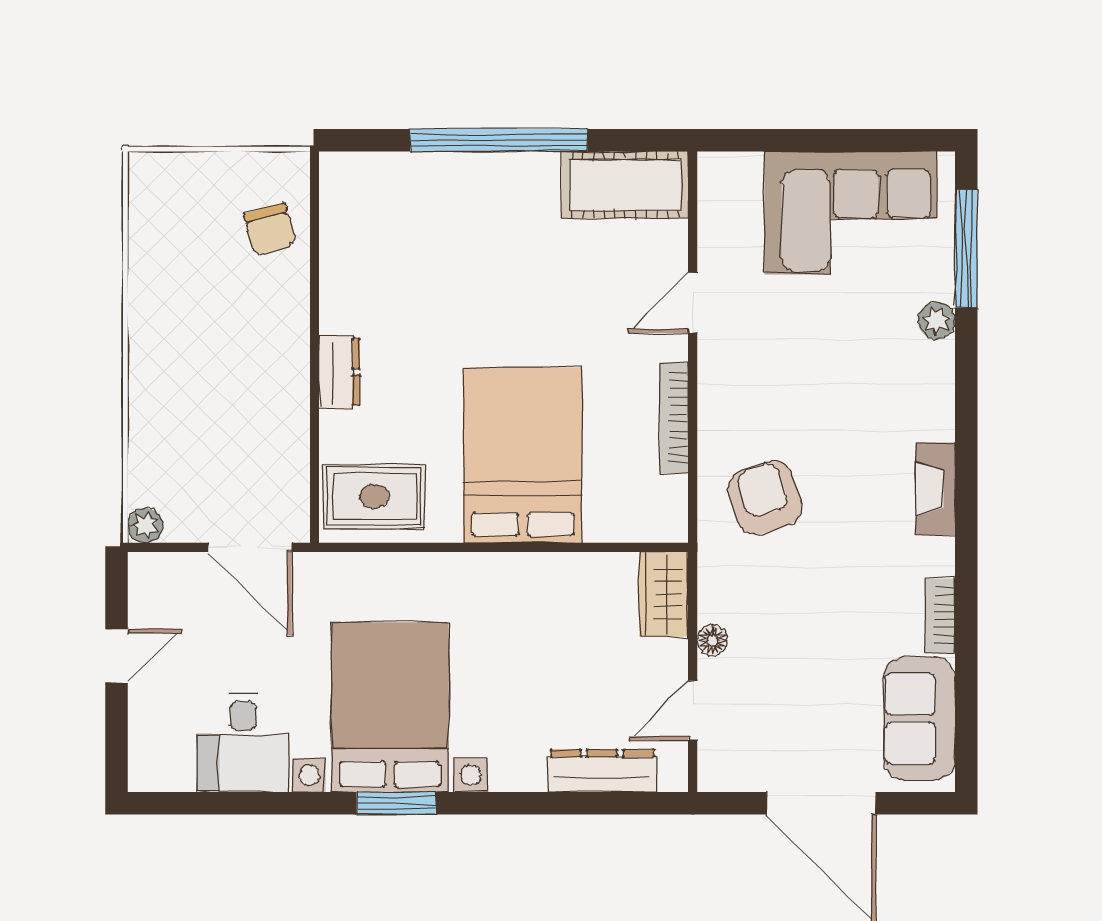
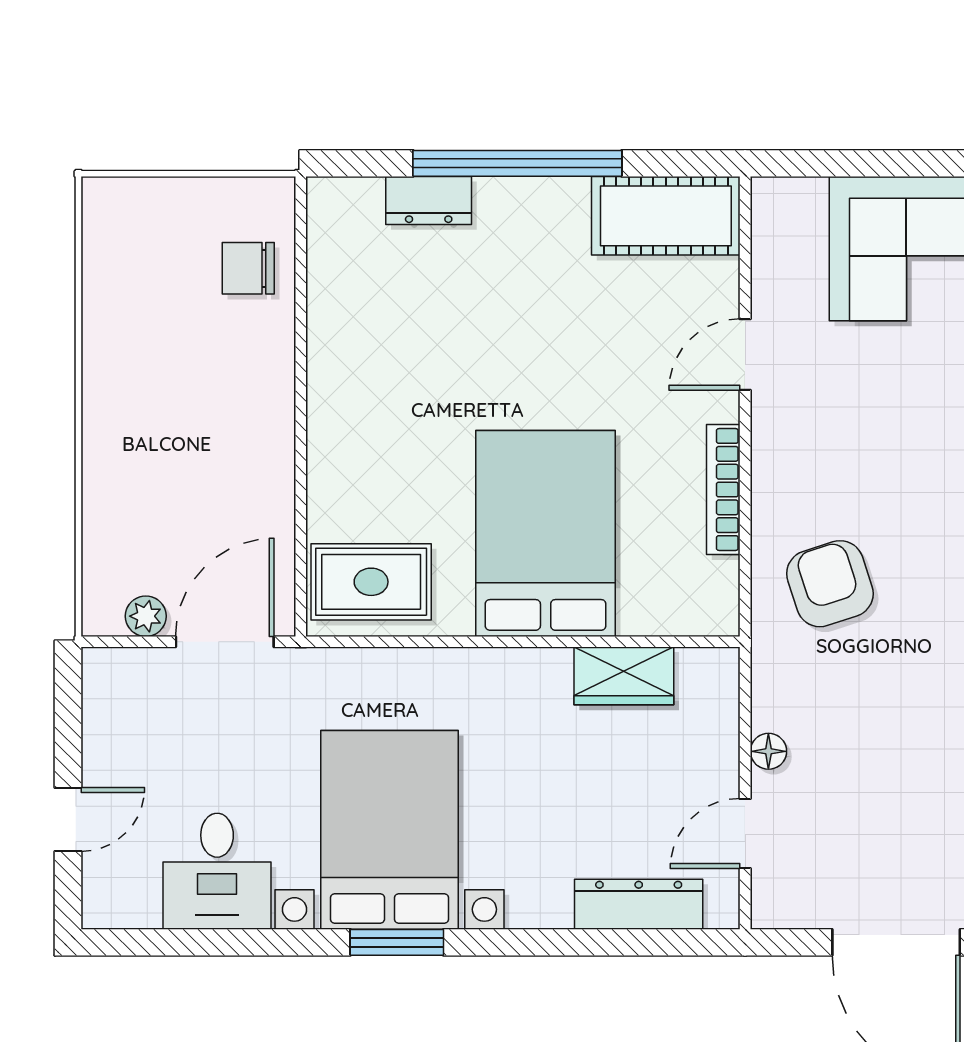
chair: (270, 229) -> (248, 268), turned 105
dresser: (339, 372) -> (429, 200), moved, turned 90
plant: (145, 526) -> (146, 616), moved
door: (250, 547) -> (225, 642), swing flipped
wardrobe: (664, 594) -> (624, 676), moved, turned -90
door: (116, 656) -> (68, 819), moved

